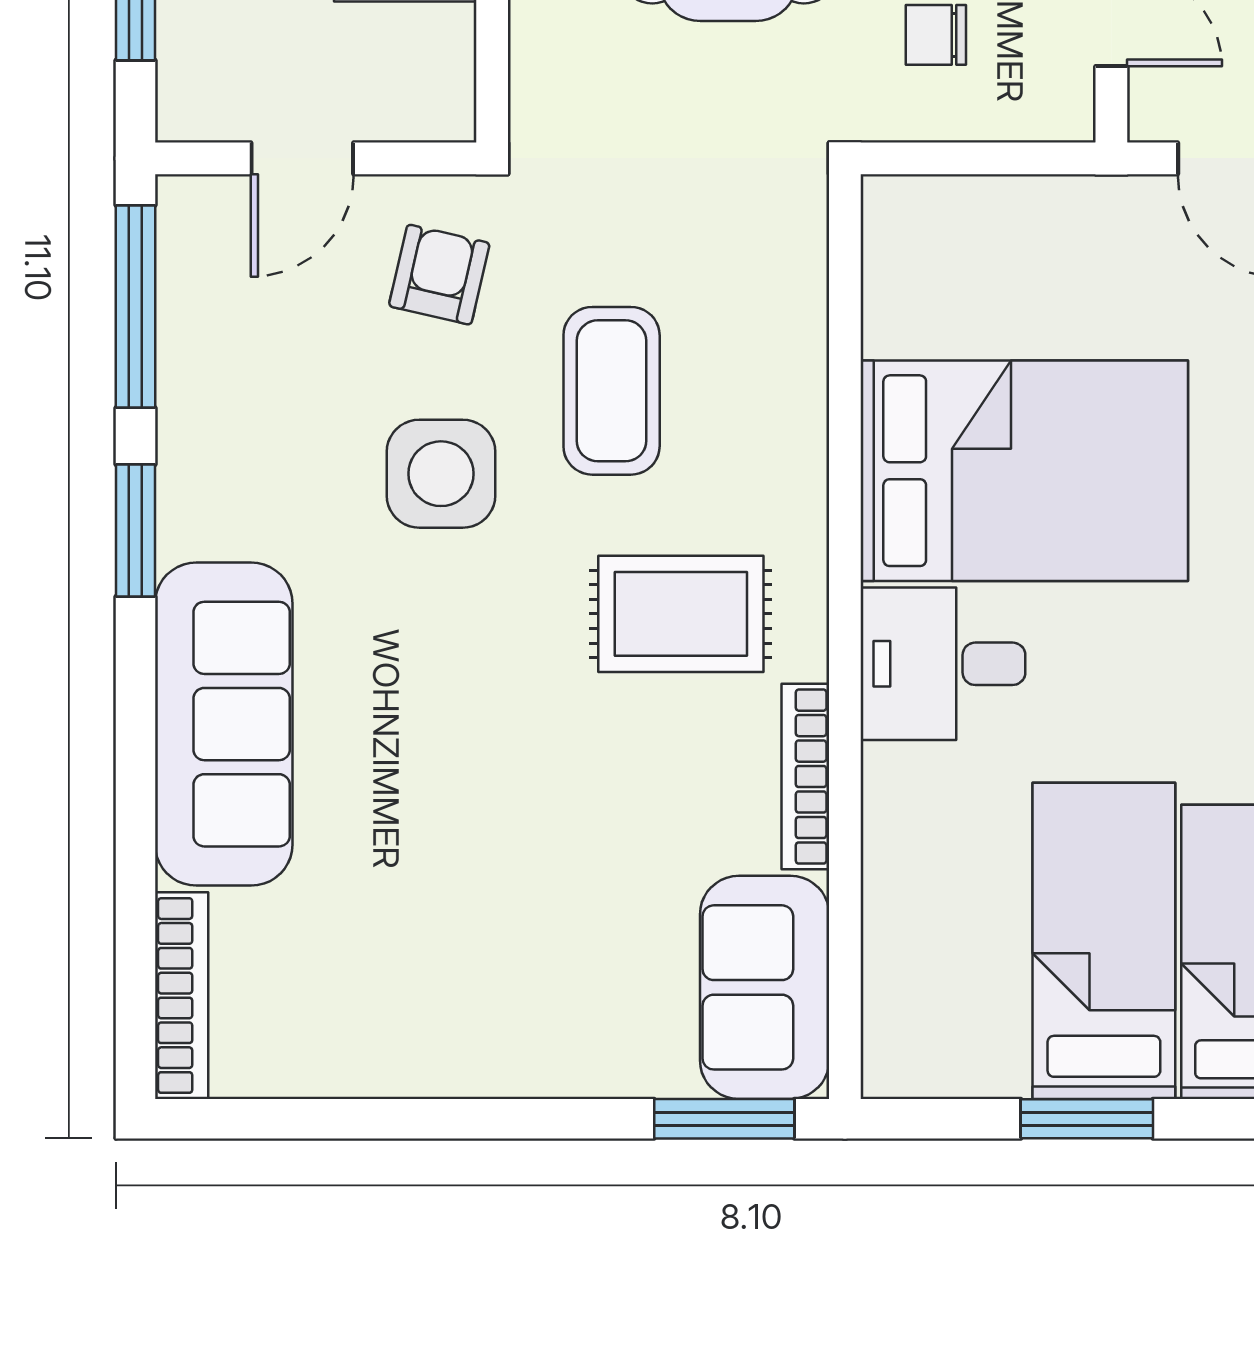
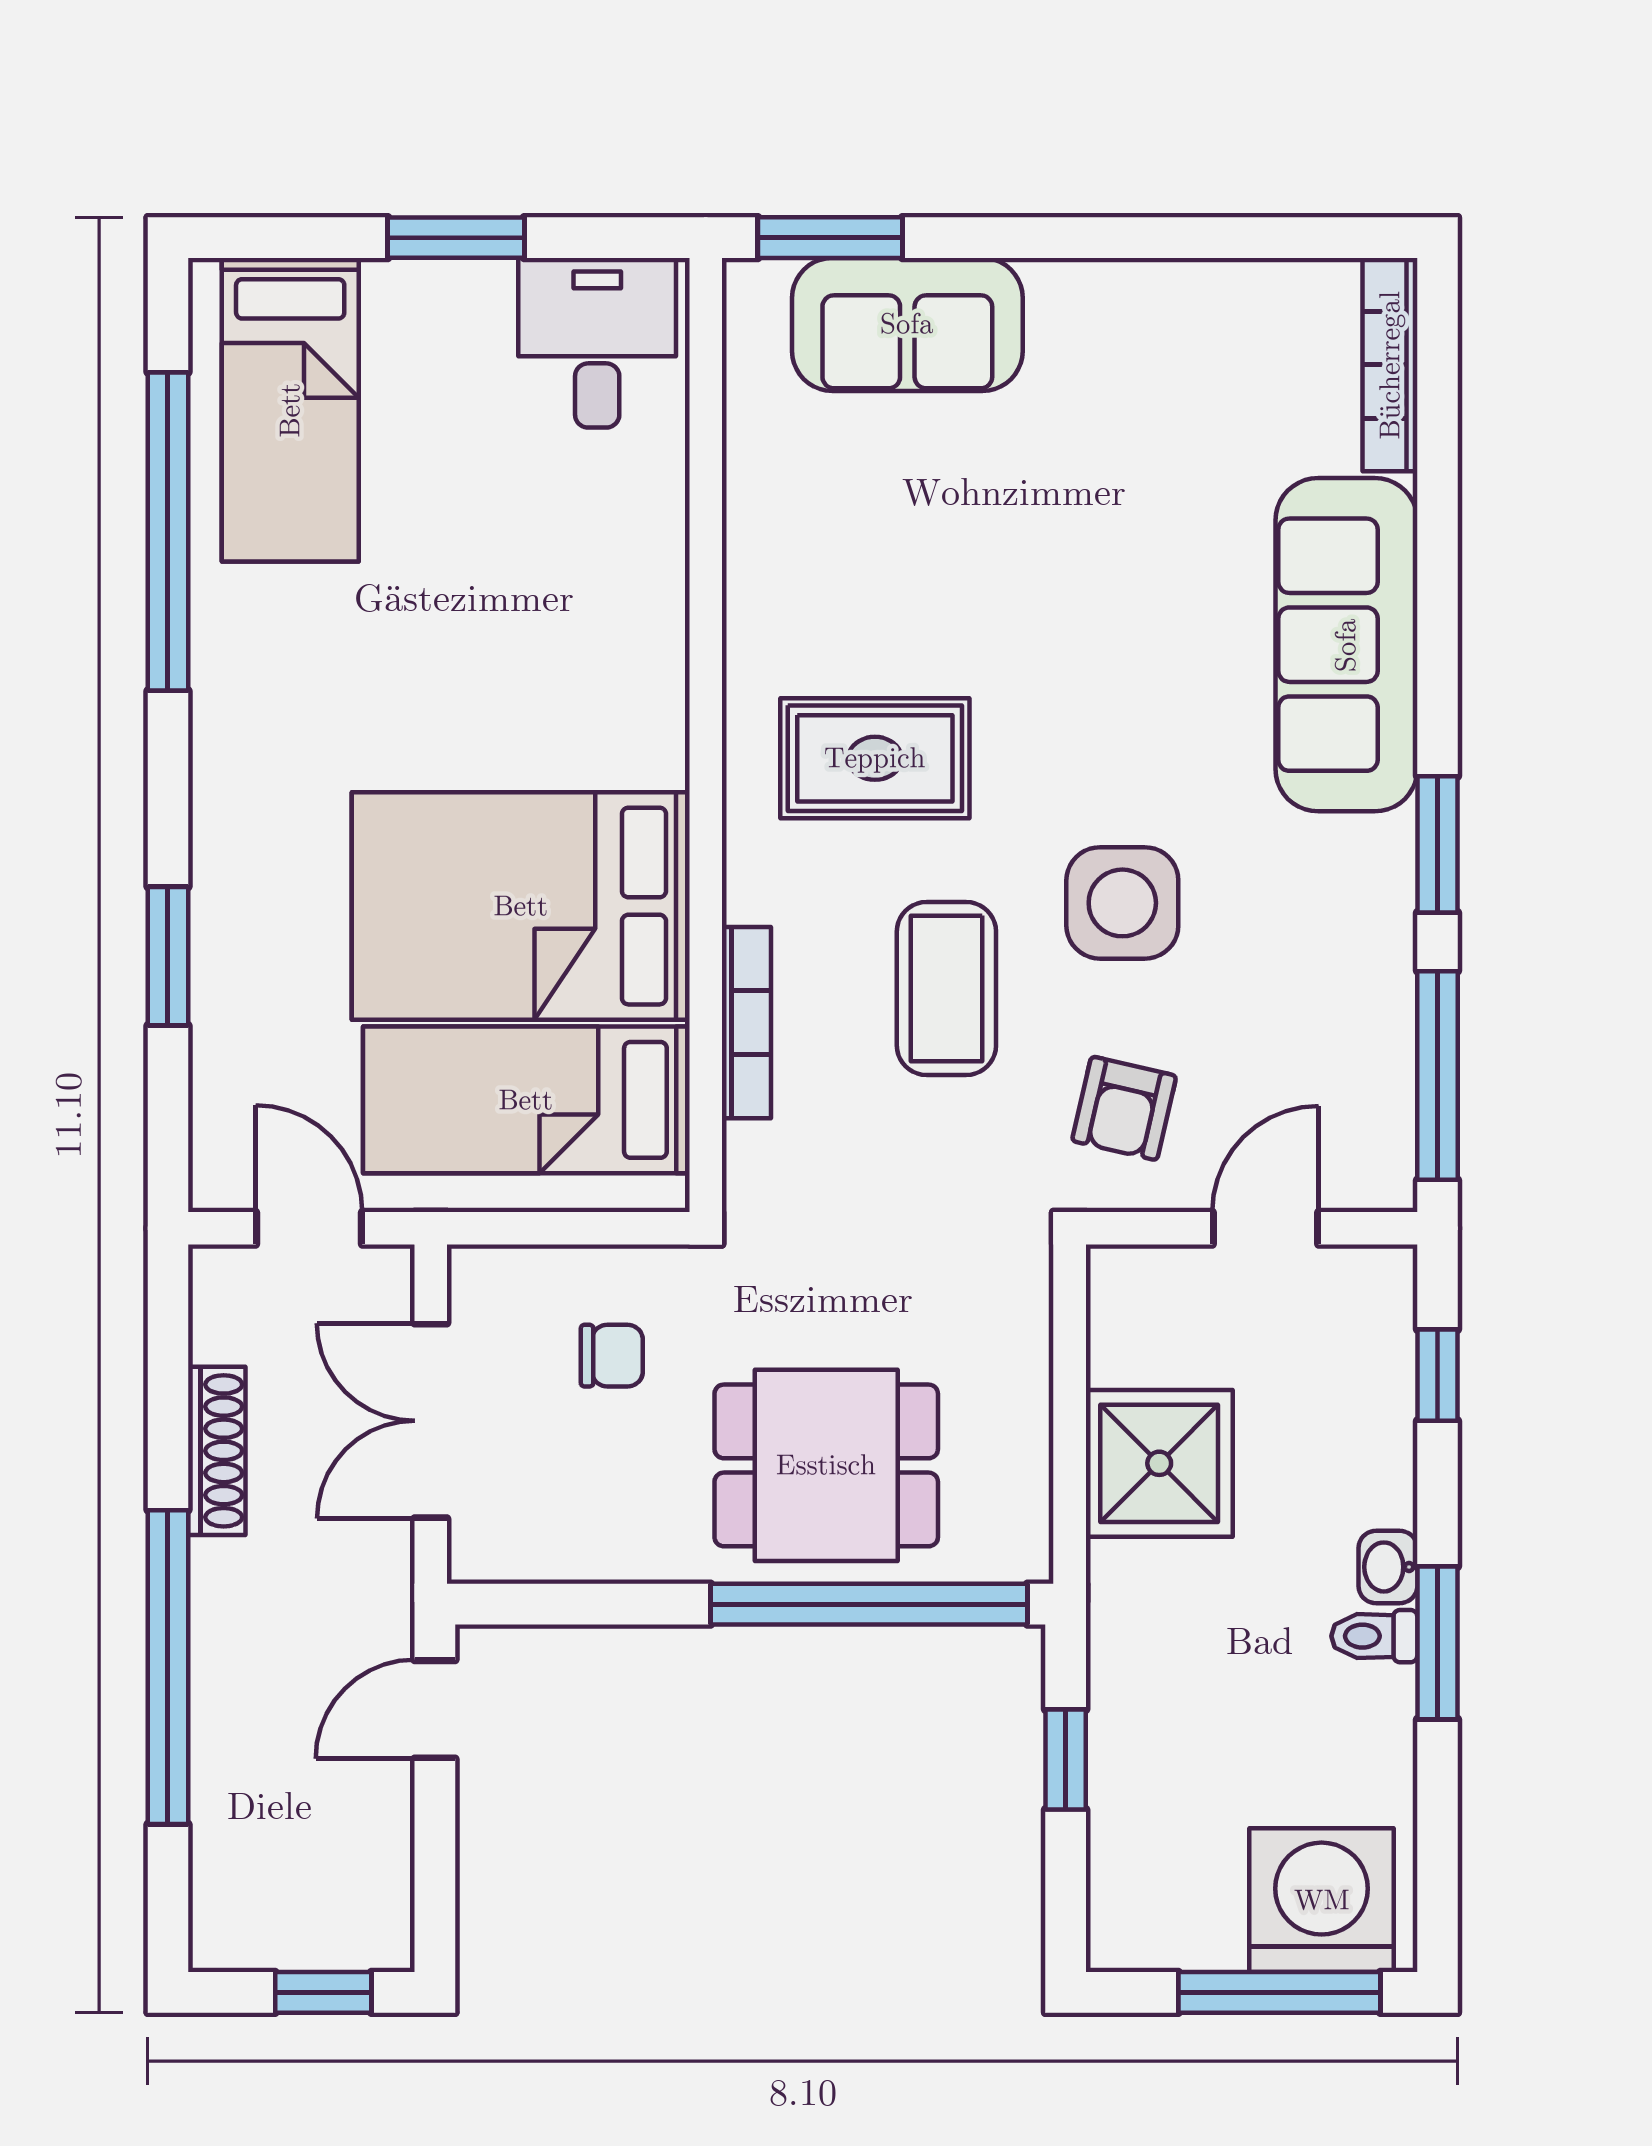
desk: (943, 664) -> (597, 343), moved, turned -90
bookcase: (805, 777) -> (746, 1023), moved
bed: (1104, 941) -> (526, 1100), moved, turned 90
sofa: (765, 987) -> (907, 324), moved, turned 90

